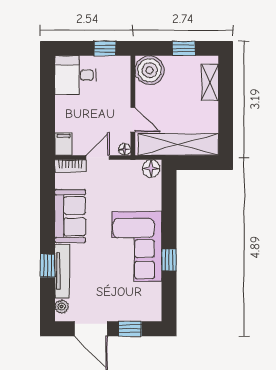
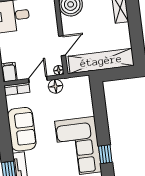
door: (133, 120) -> (62, 46), hinge flipped
floor lamp: (151, 169) -> (55, 86), moved

